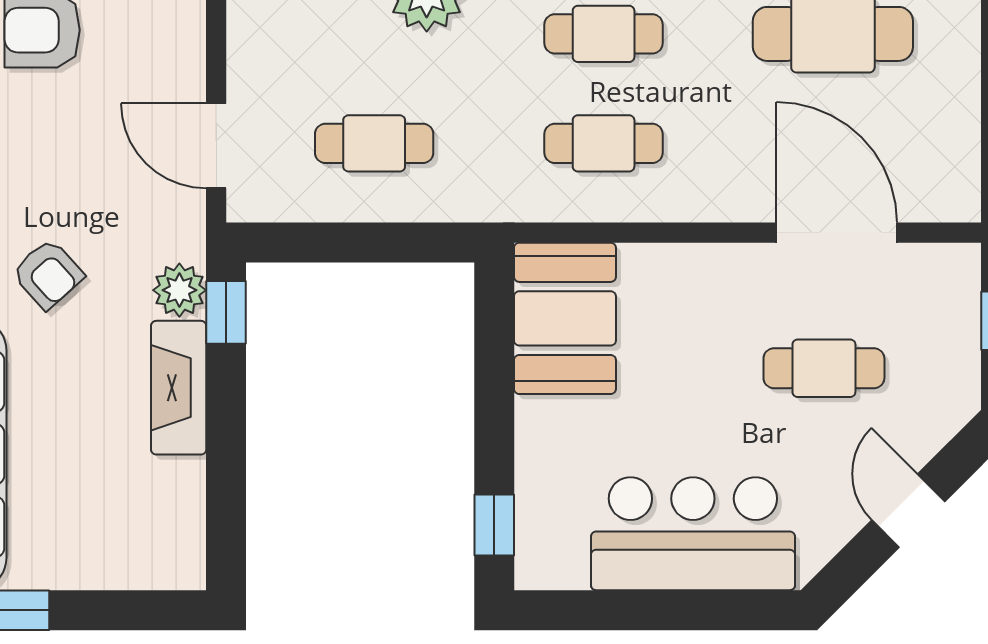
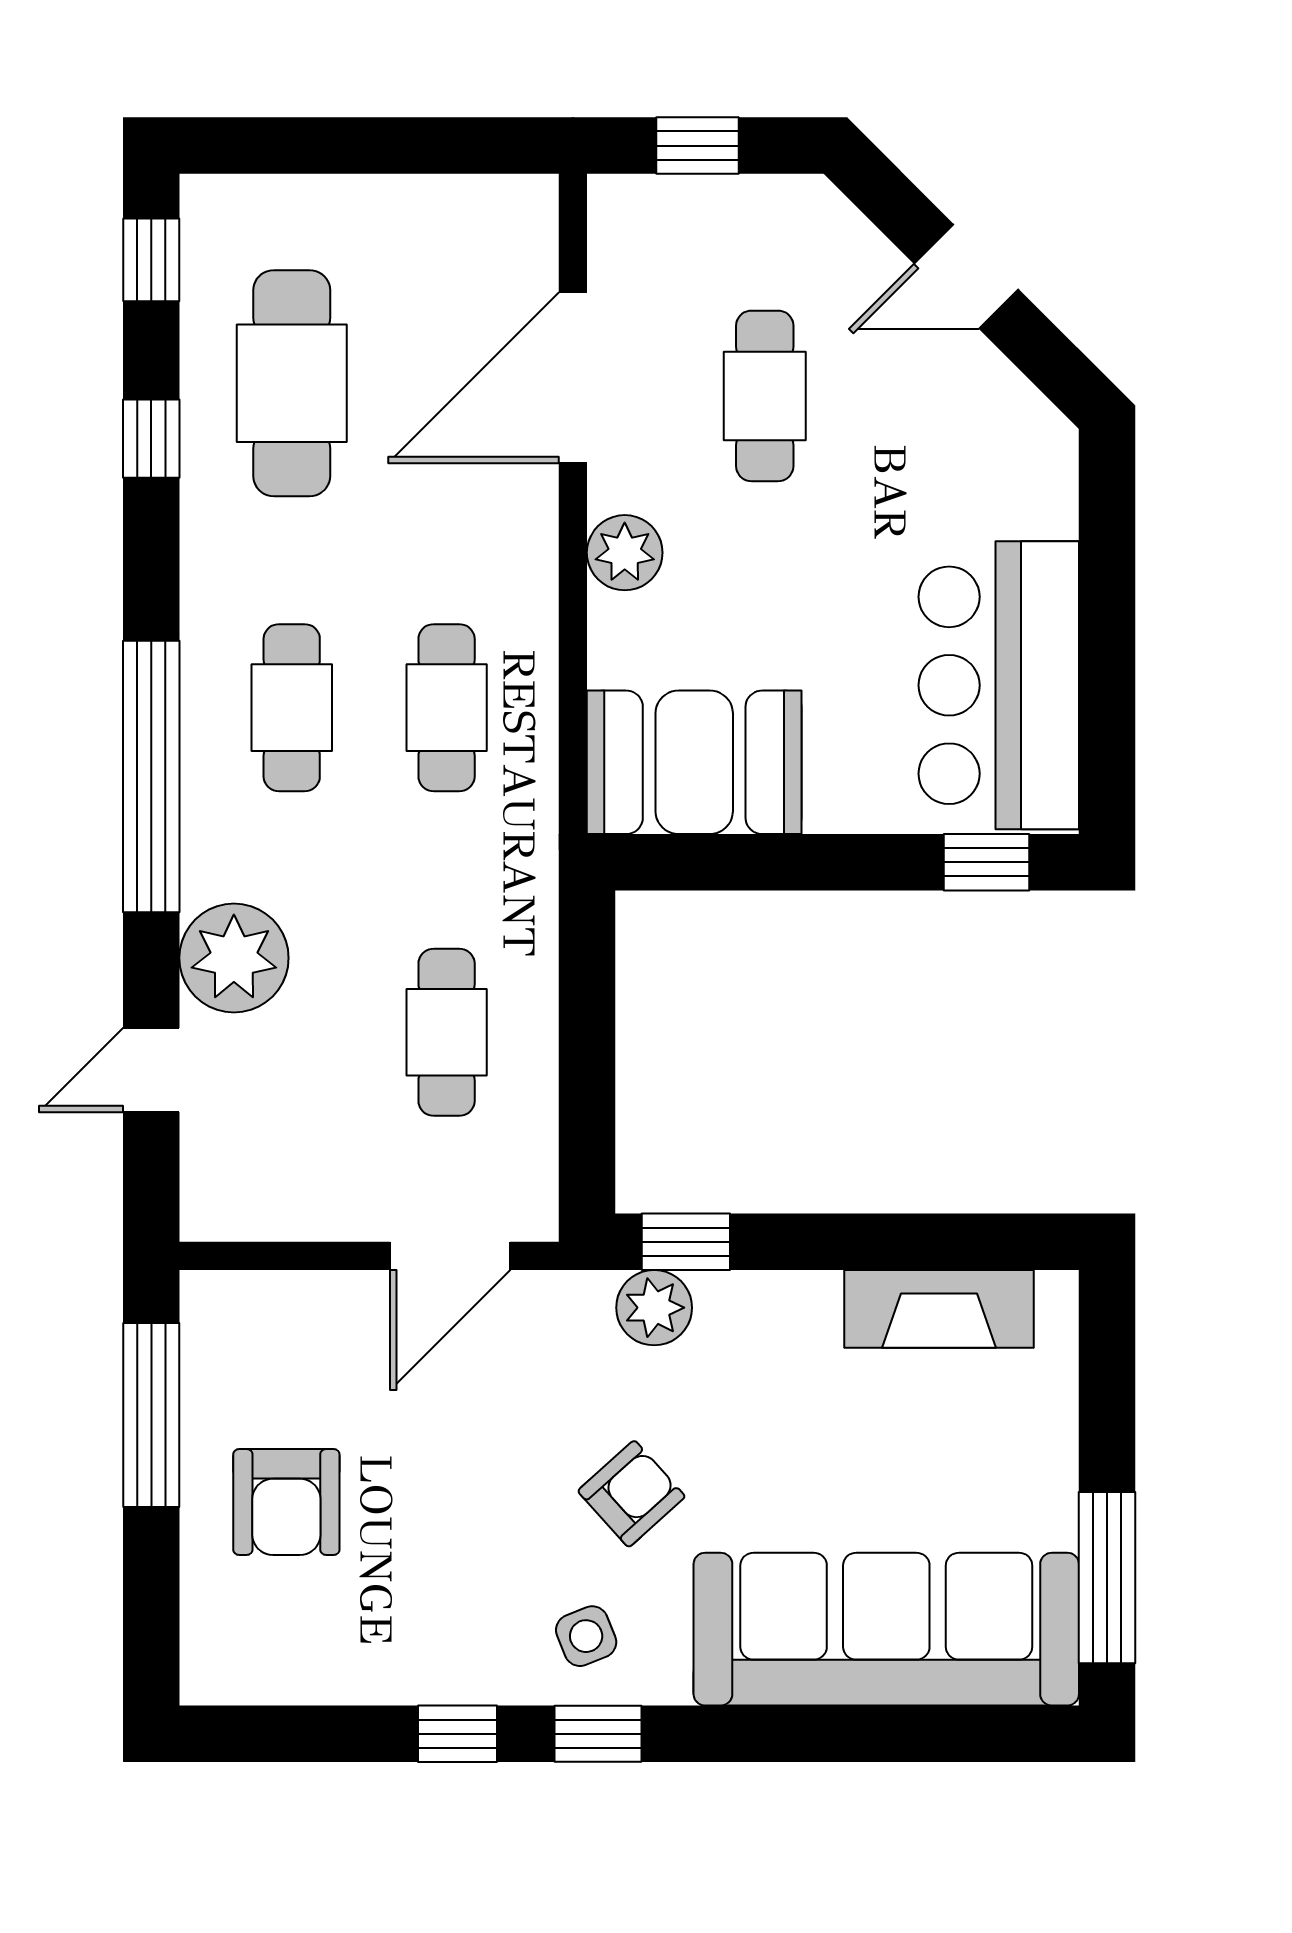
plant: (713, 269) -> (625, 553), added
fireplace: (179, 388) -> (939, 1309), moved
bar counter: (693, 534) -> (999, 685), moved

